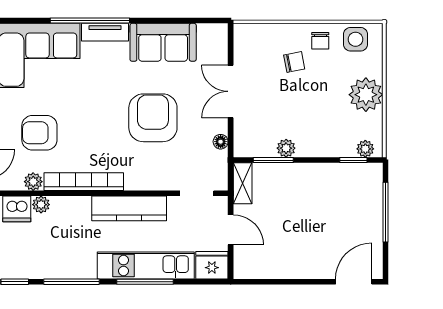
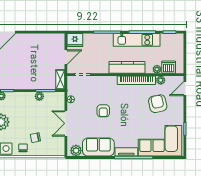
plant: (210, 35) -> (76, 151), added
double door: (231, 91) -> (66, 123), swing flipped
armchair: (153, 118) -> (103, 111), width x0.53, depth x0.53
armchair: (39, 133) -> (158, 104), turned -102
kitchen counter: (129, 208) -> (127, 67), moved
door: (231, 230) -> (66, 57), swing flipped
kitchen unit: (146, 266) -> (137, 40), moved

